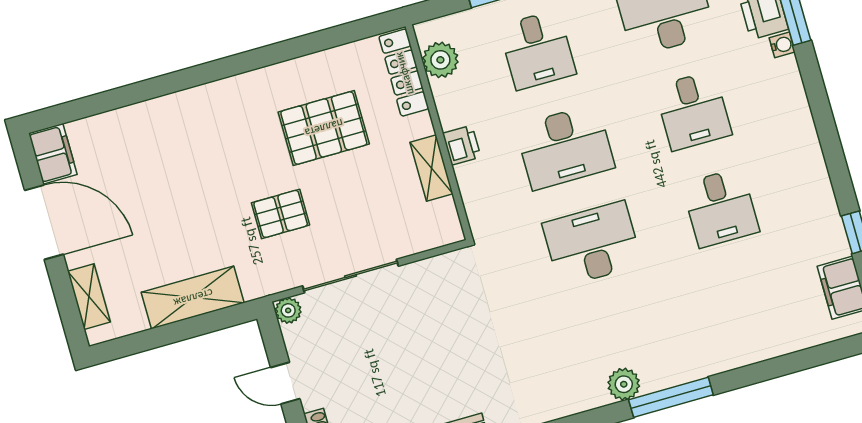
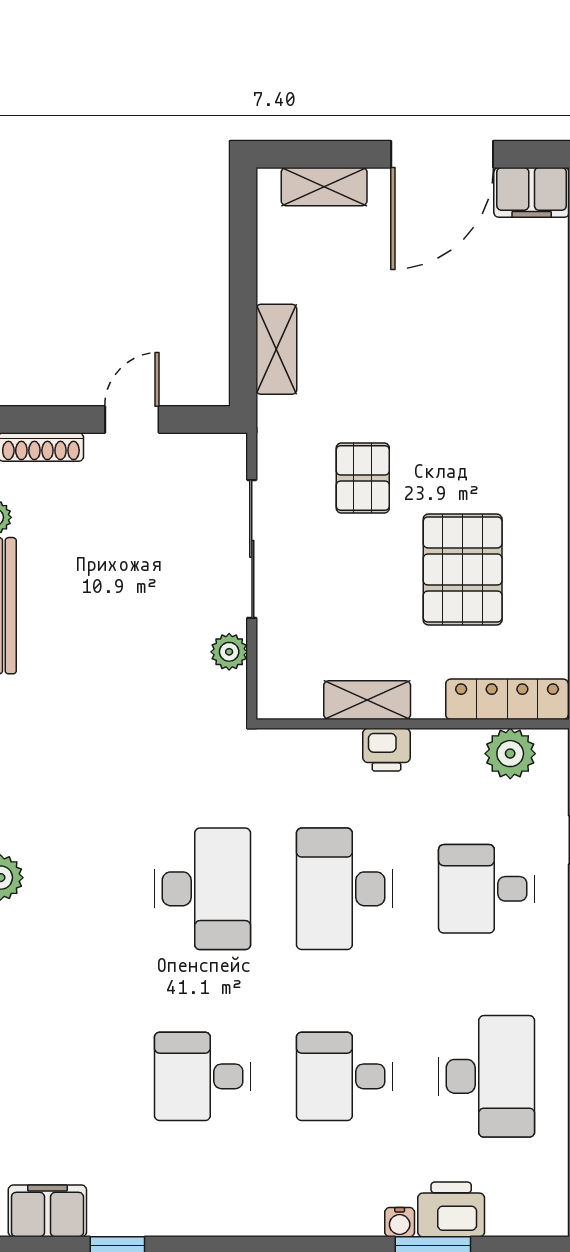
shelving: (193, 298) -> (276, 349), width x0.67, depth x0.75
plant: (288, 310) -> (229, 652), moved

